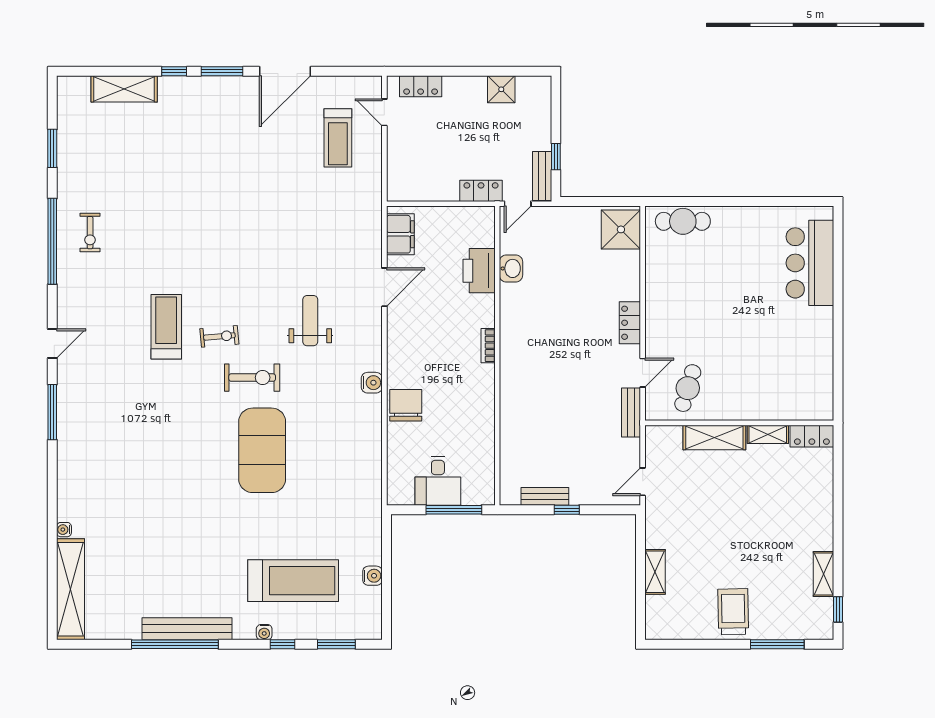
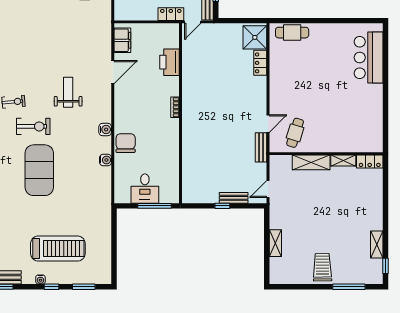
washbasin: (511, 268) -> (189, 61), removed
locker: (630, 323) -> (260, 63), moved
bench: (545, 496) -> (234, 198), moved
water cooler: (372, 576) -> (106, 160), moved

